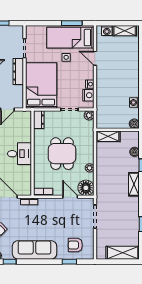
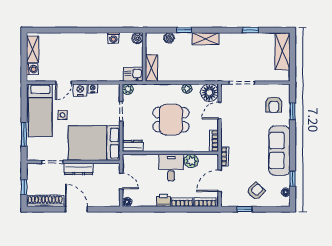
window: (72, 23) -> (24, 134), moved
nightstand: (88, 95) -> (80, 90), moved
kitchen sink: (102, 120) -> (133, 74), added
plant: (25, 172) -> (191, 161), added

